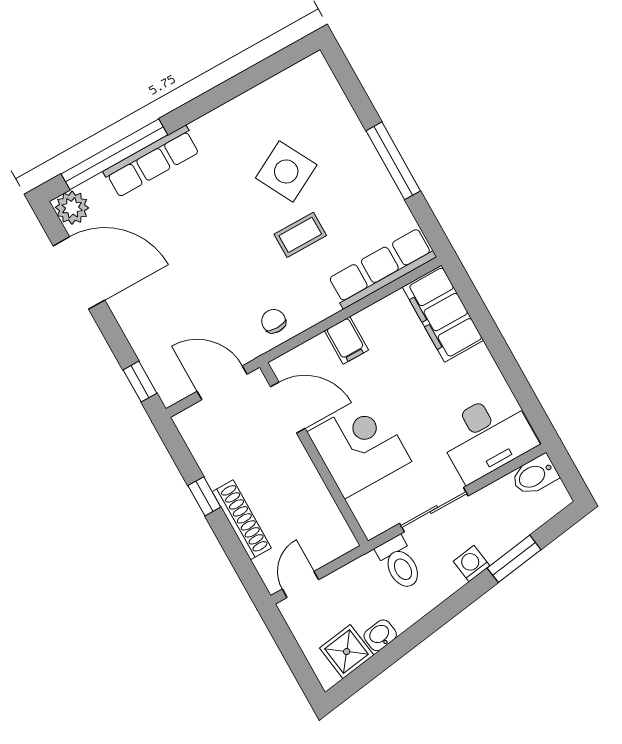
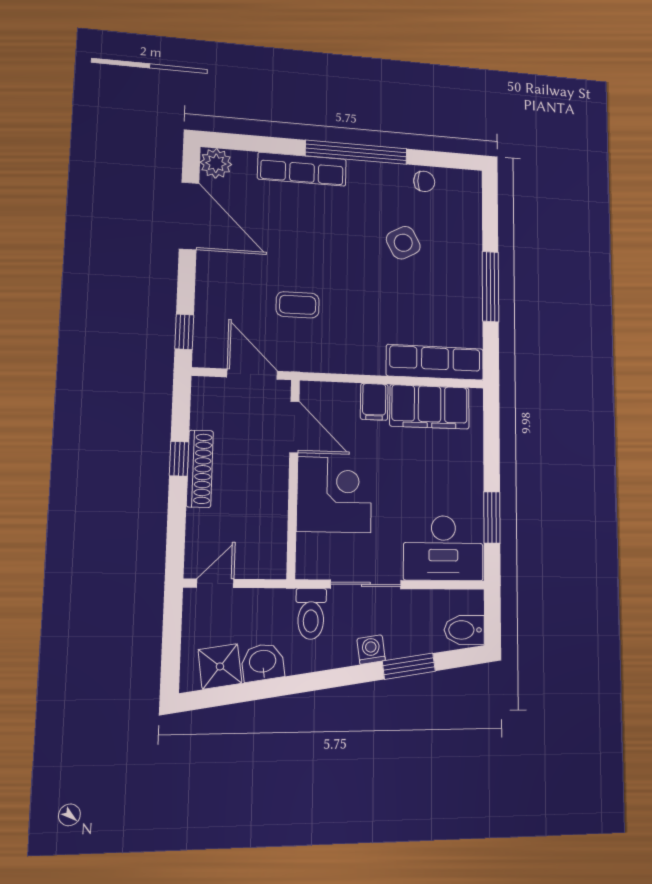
window: (114, 154) -> (356, 152), moved
side table: (286, 171) -> (403, 243), width x0.73, depth x0.73
coffee table: (300, 235) -> (298, 305), moved
filing cabinet: (443, 314) -> (430, 407), moved, turned -90
chair: (274, 321) -> (424, 181), moved, turned 90
window: (517, 381) -> (492, 517), added
bidet: (535, 475) -> (464, 630), moved
shoe rack: (242, 520) -> (200, 469), moved
washbasin: (380, 635) -> (263, 662), width x1.38, depth x1.45

